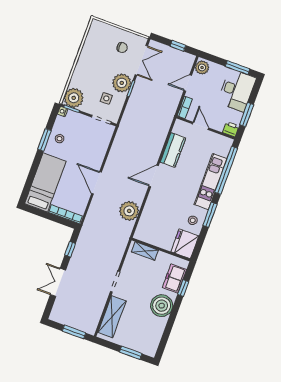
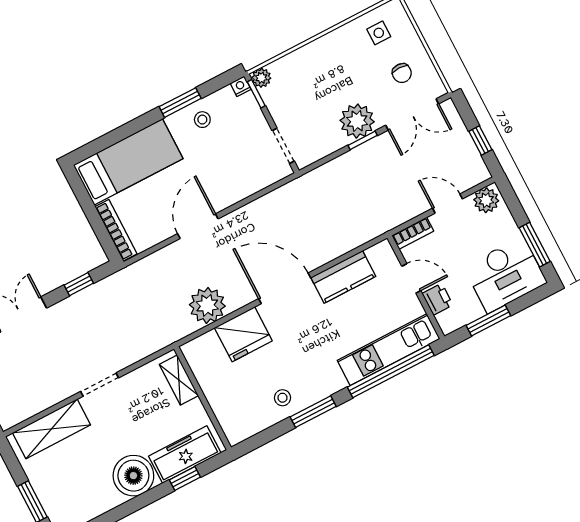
plant: (74, 98) -> (261, 78), width x0.53, depth x0.53
side table: (106, 98) -> (379, 33), moved
door: (201, 126) -> (411, 278), hinge flipped
printer: (231, 129) -> (438, 299), moved
door: (154, 176) -> (285, 288), width x1.36
kitchen unit: (211, 181) -> (389, 350), moved
fridge: (185, 244) -> (243, 334), moved, turned 180
freezer: (174, 279) -> (185, 455), width x1.40

